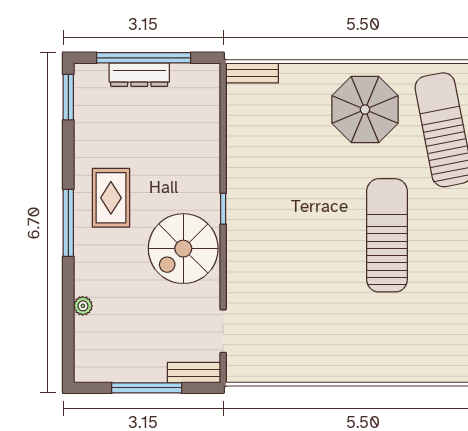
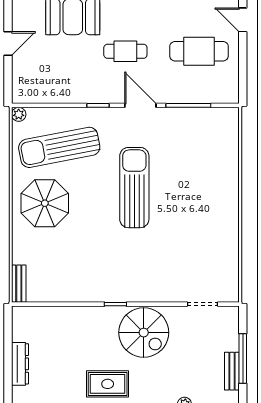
window: (144, 58) -> (8, 361), removed
sun lounger: (387, 235) -> (134, 188), turned 90
bench: (194, 373) -> (232, 371), moved

